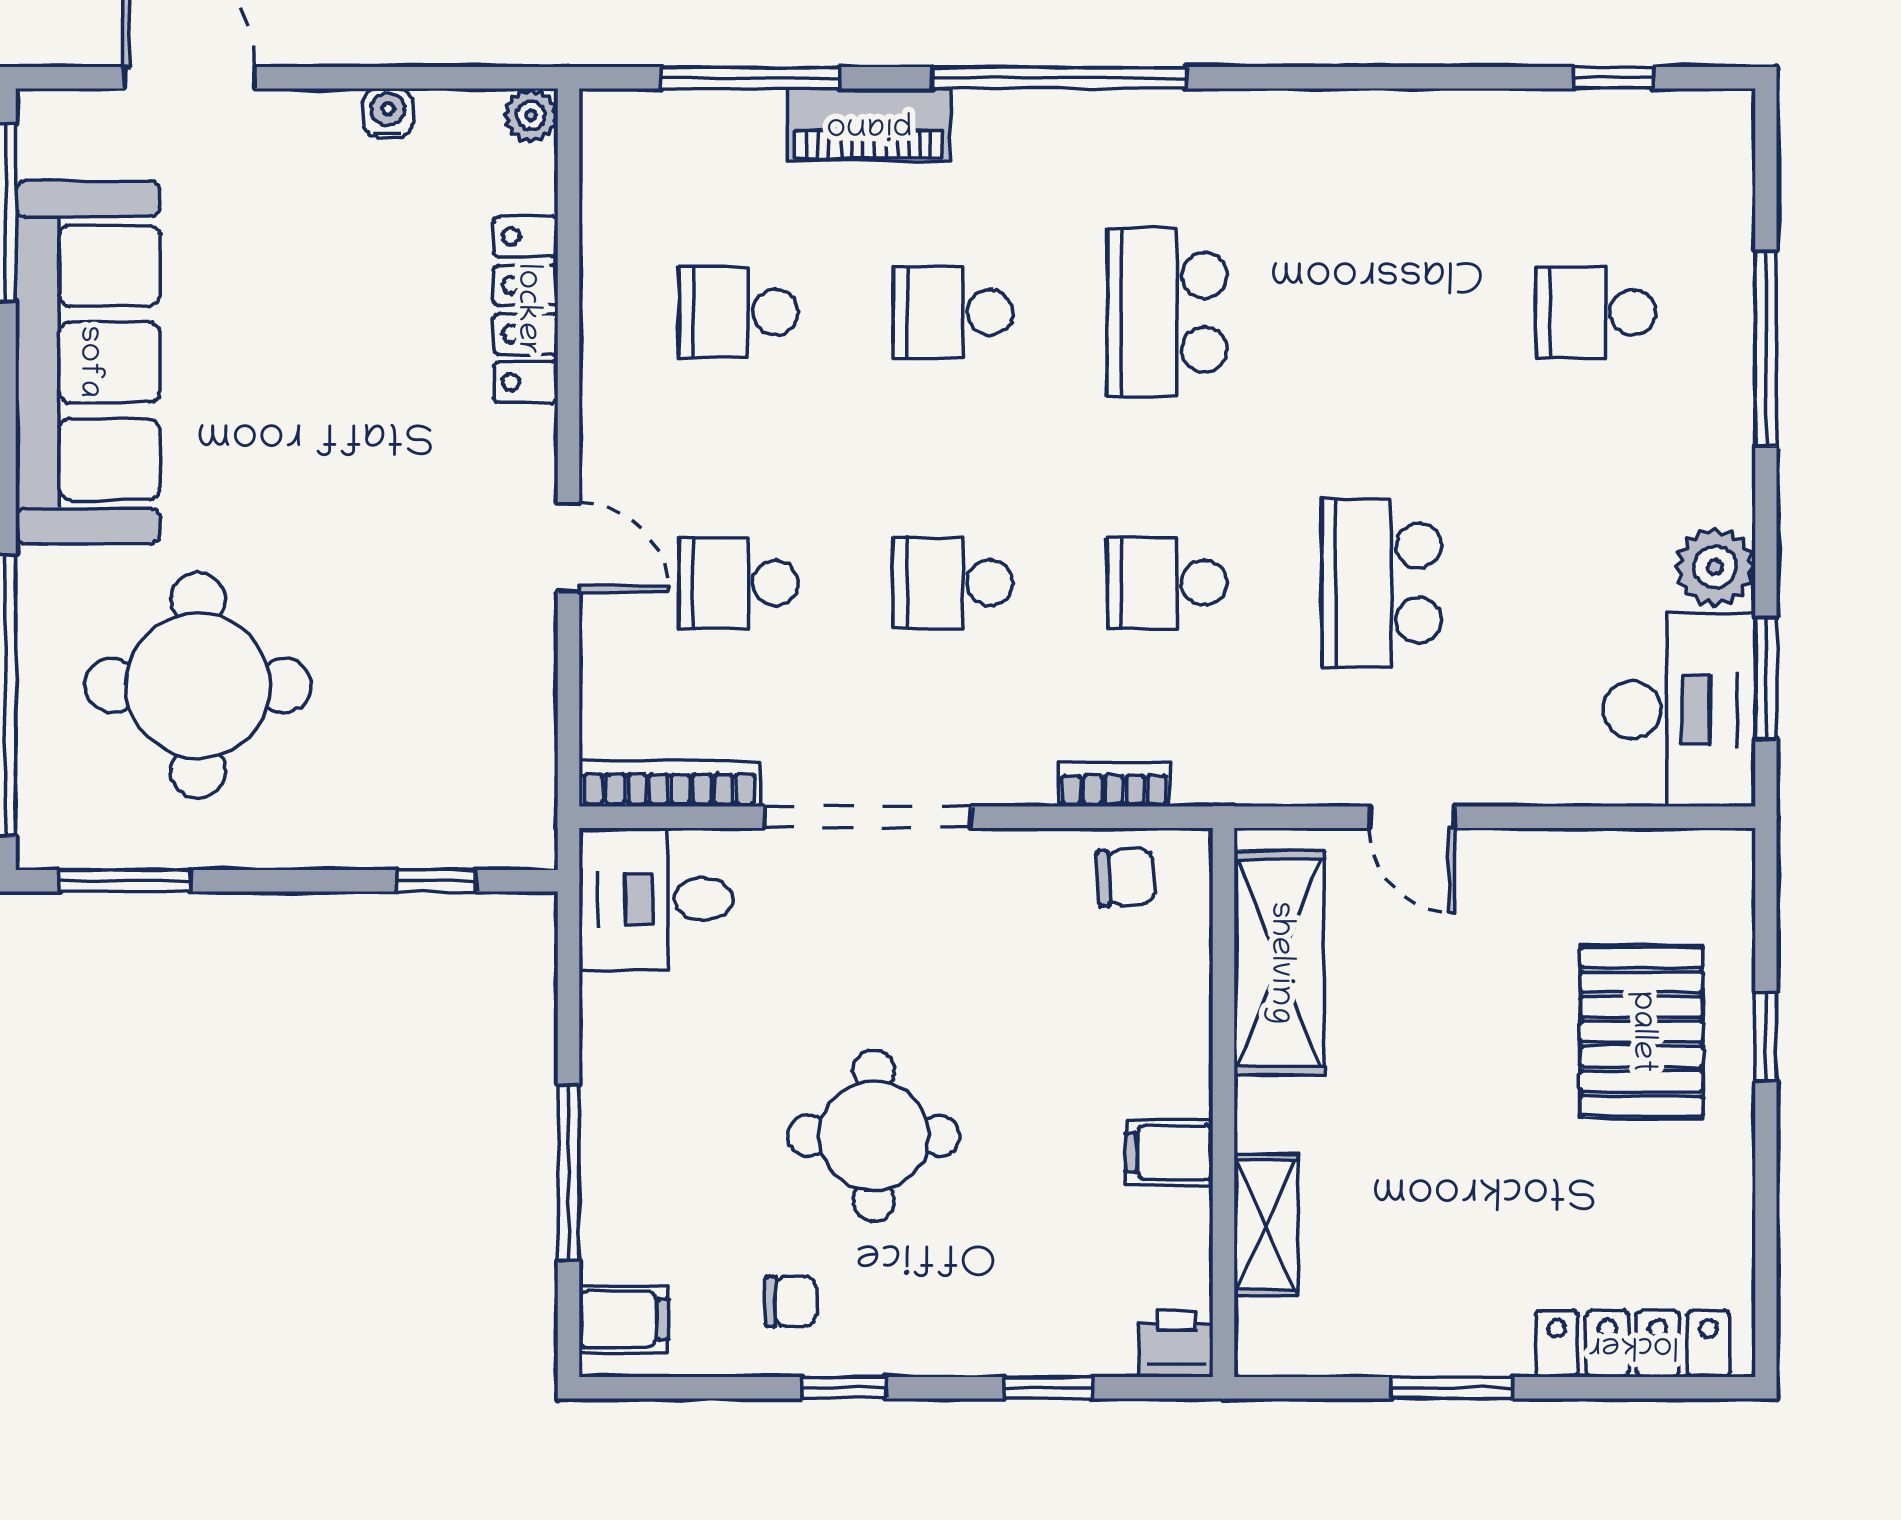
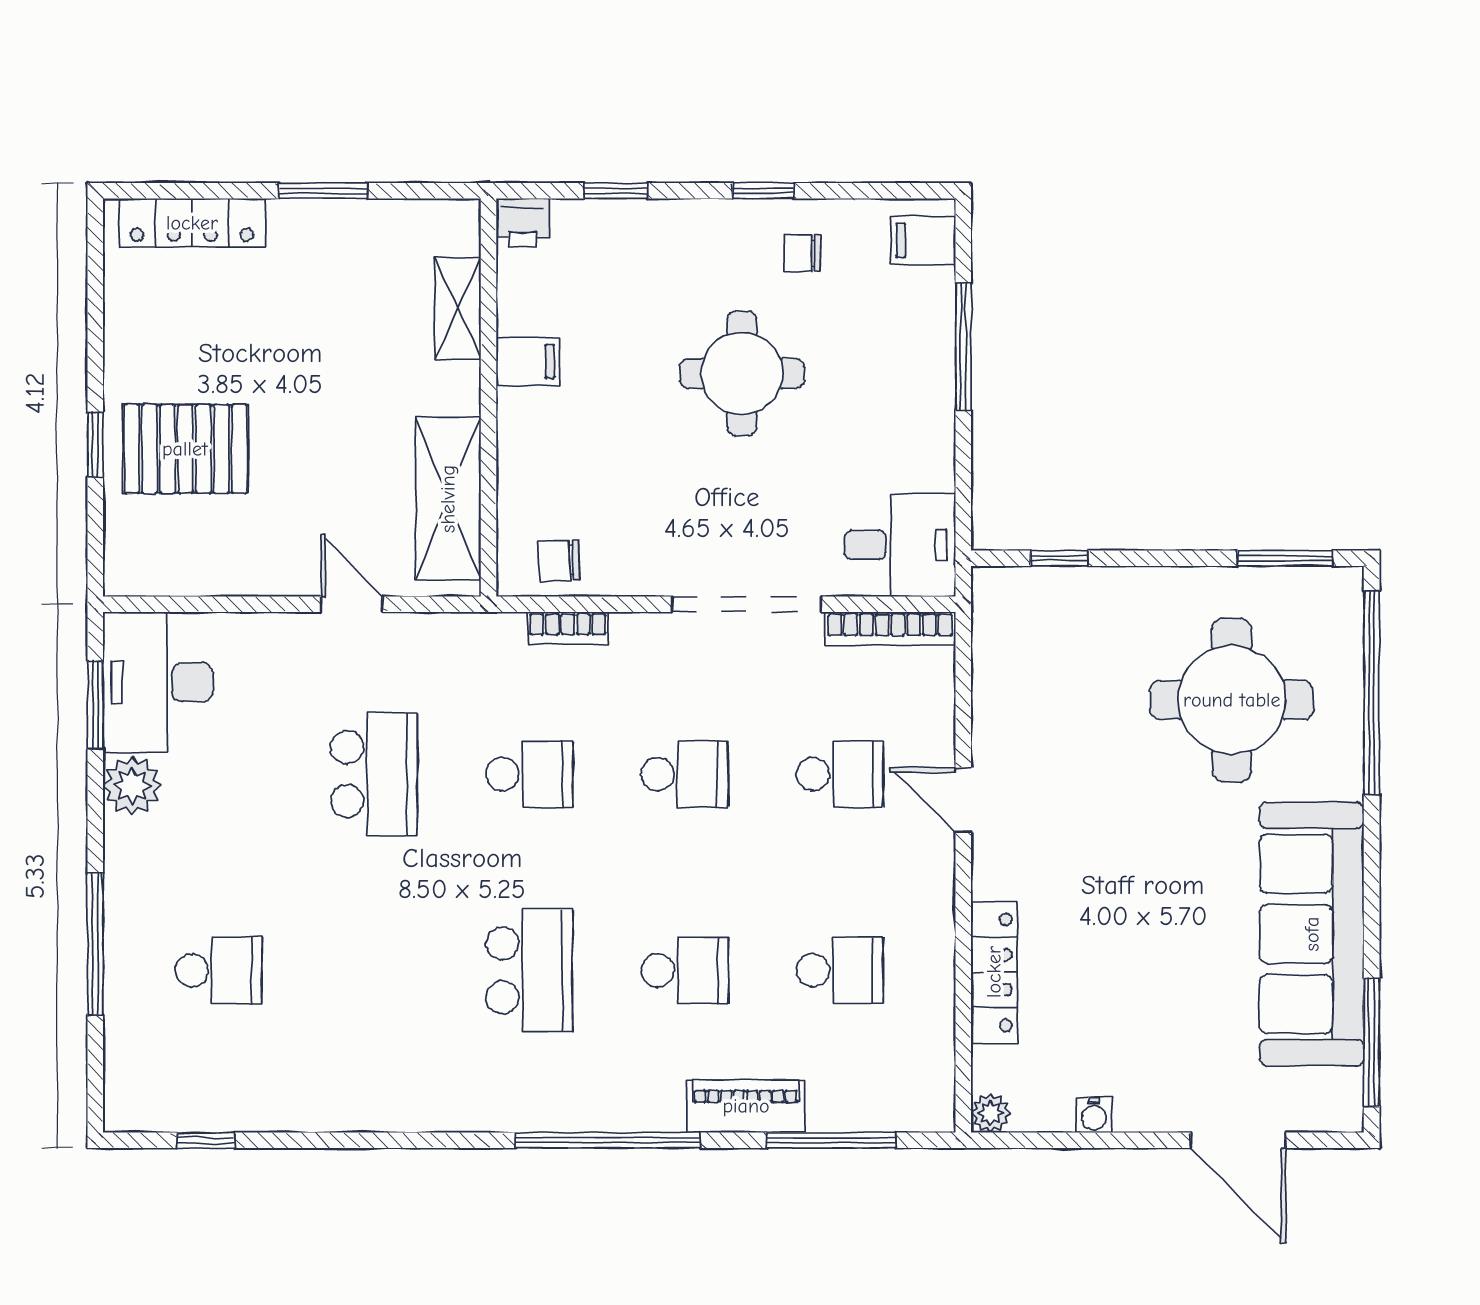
pallet: (1641, 1032) -> (185, 449), turned 90

